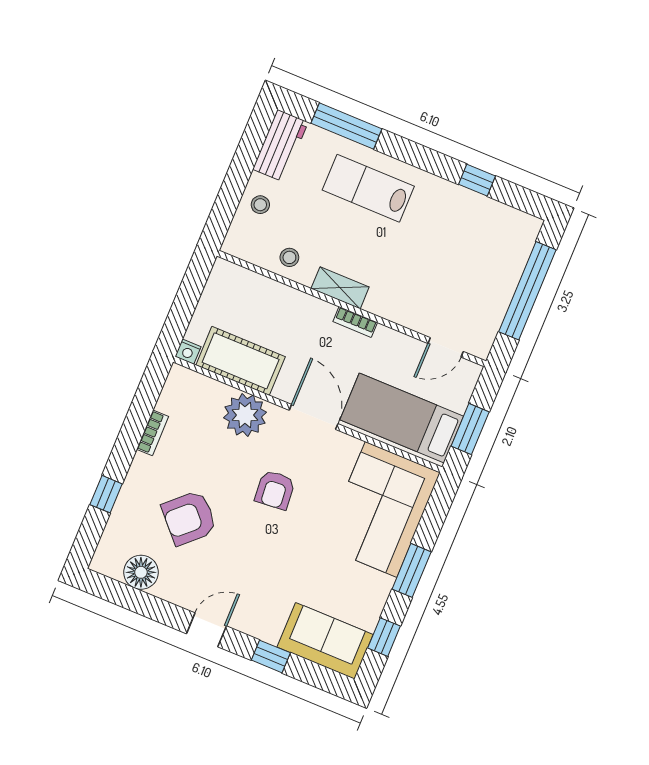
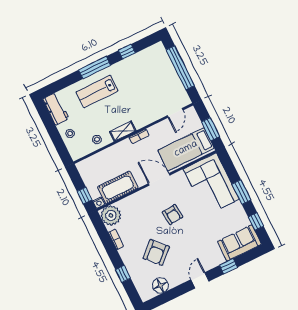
window: (346, 126) -> (95, 68), moved
window: (179, 318) -> (84, 196), added
plant: (245, 415) -> (111, 215), moved

